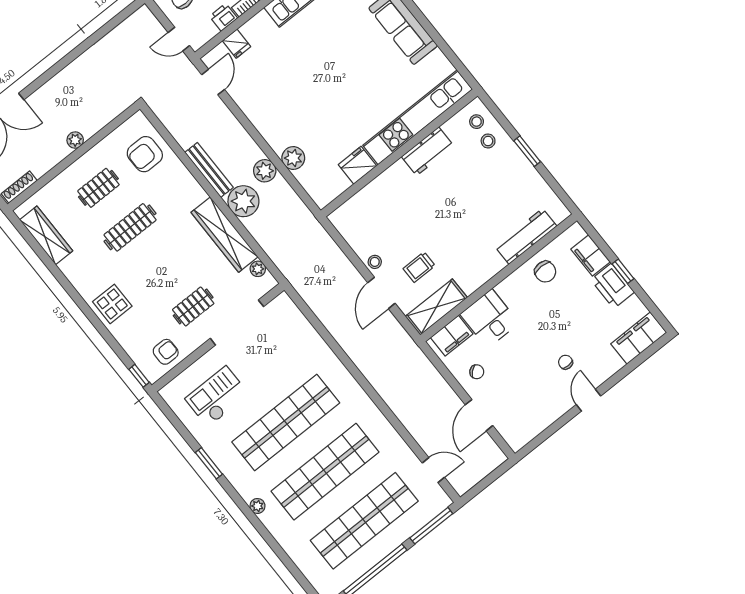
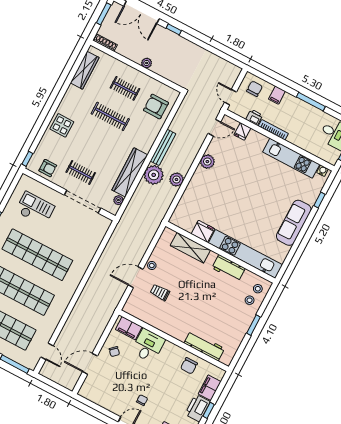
window: (43, 79) -> (174, 29), added
plant: (293, 158) -> (207, 162), moved
shelving: (436, 307) -> (190, 248), moved

